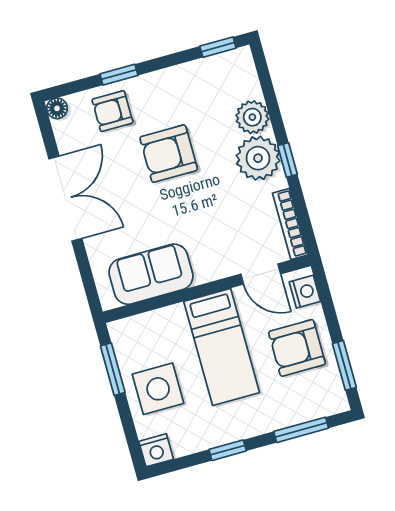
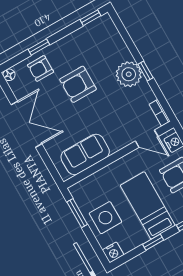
plant: (252, 117) -> (120, 52), removed
bookcase: (290, 224) -> (160, 113), width x0.64
bed: (222, 347) -> (148, 205), moved, turned 180

